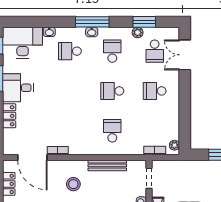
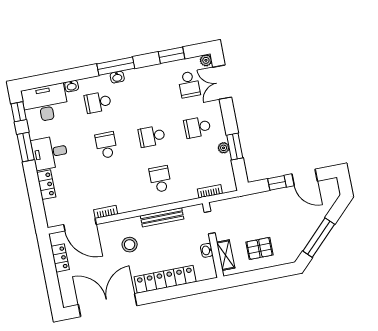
plant: (138, 33) -> (206, 60), moved
school desk: (112, 51) -> (106, 145), moved
window: (185, 115) -> (235, 146), added
plant: (174, 145) -> (224, 148), moved

